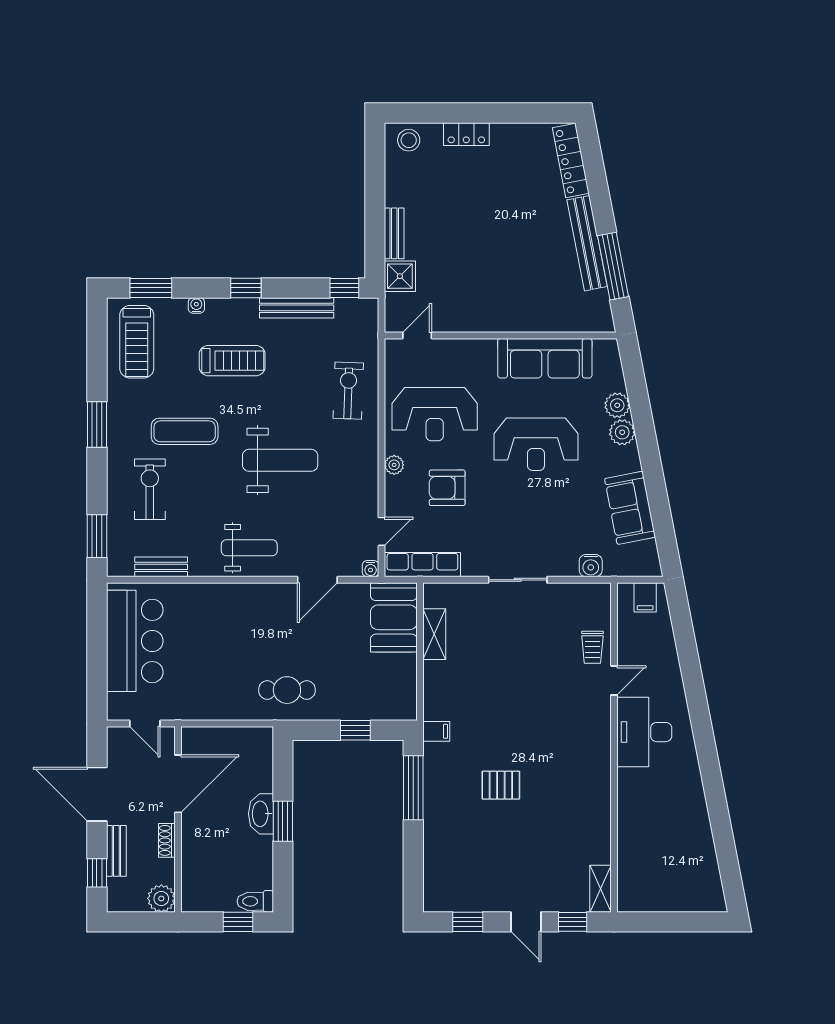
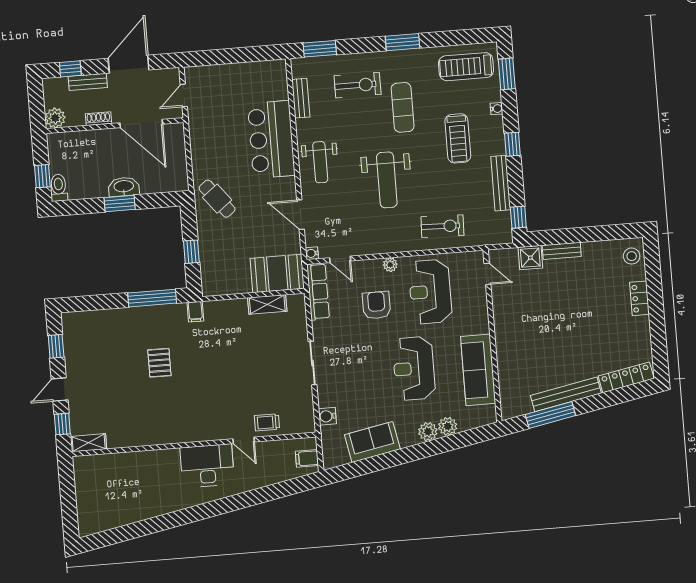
bar counter: (135, 641) -> (271, 139), moved, turned 90
cafe table: (287, 690) -> (217, 199), turned -38

